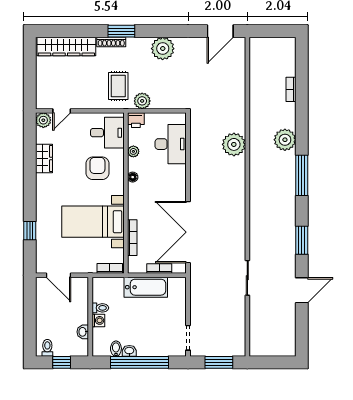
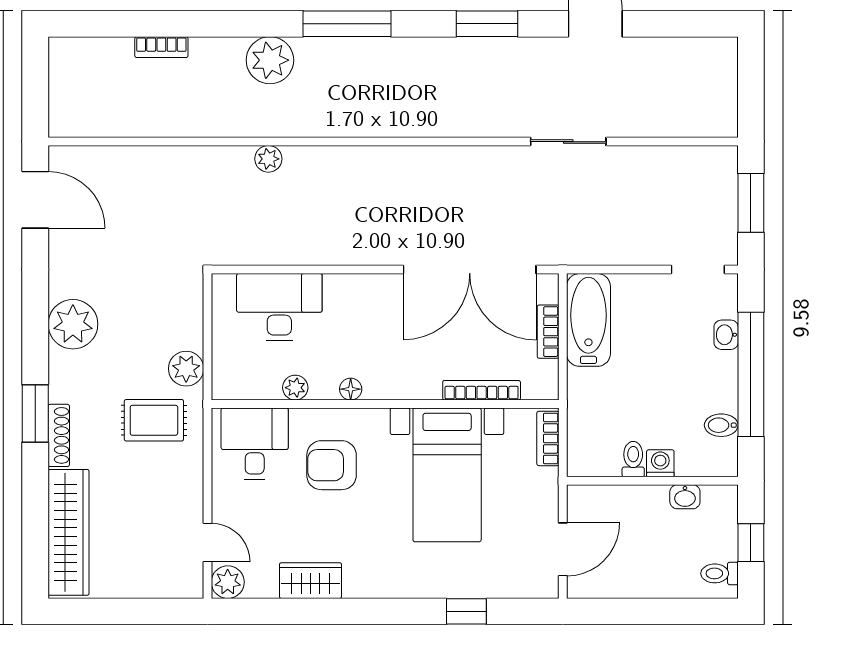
printer: (136, 120) -> (227, 382), removed
plant: (234, 144) -> (268, 159), width x0.53, depth x0.53
bathtub: (146, 287) -> (588, 320), moved
washbasin: (129, 351) -> (726, 335), moved

